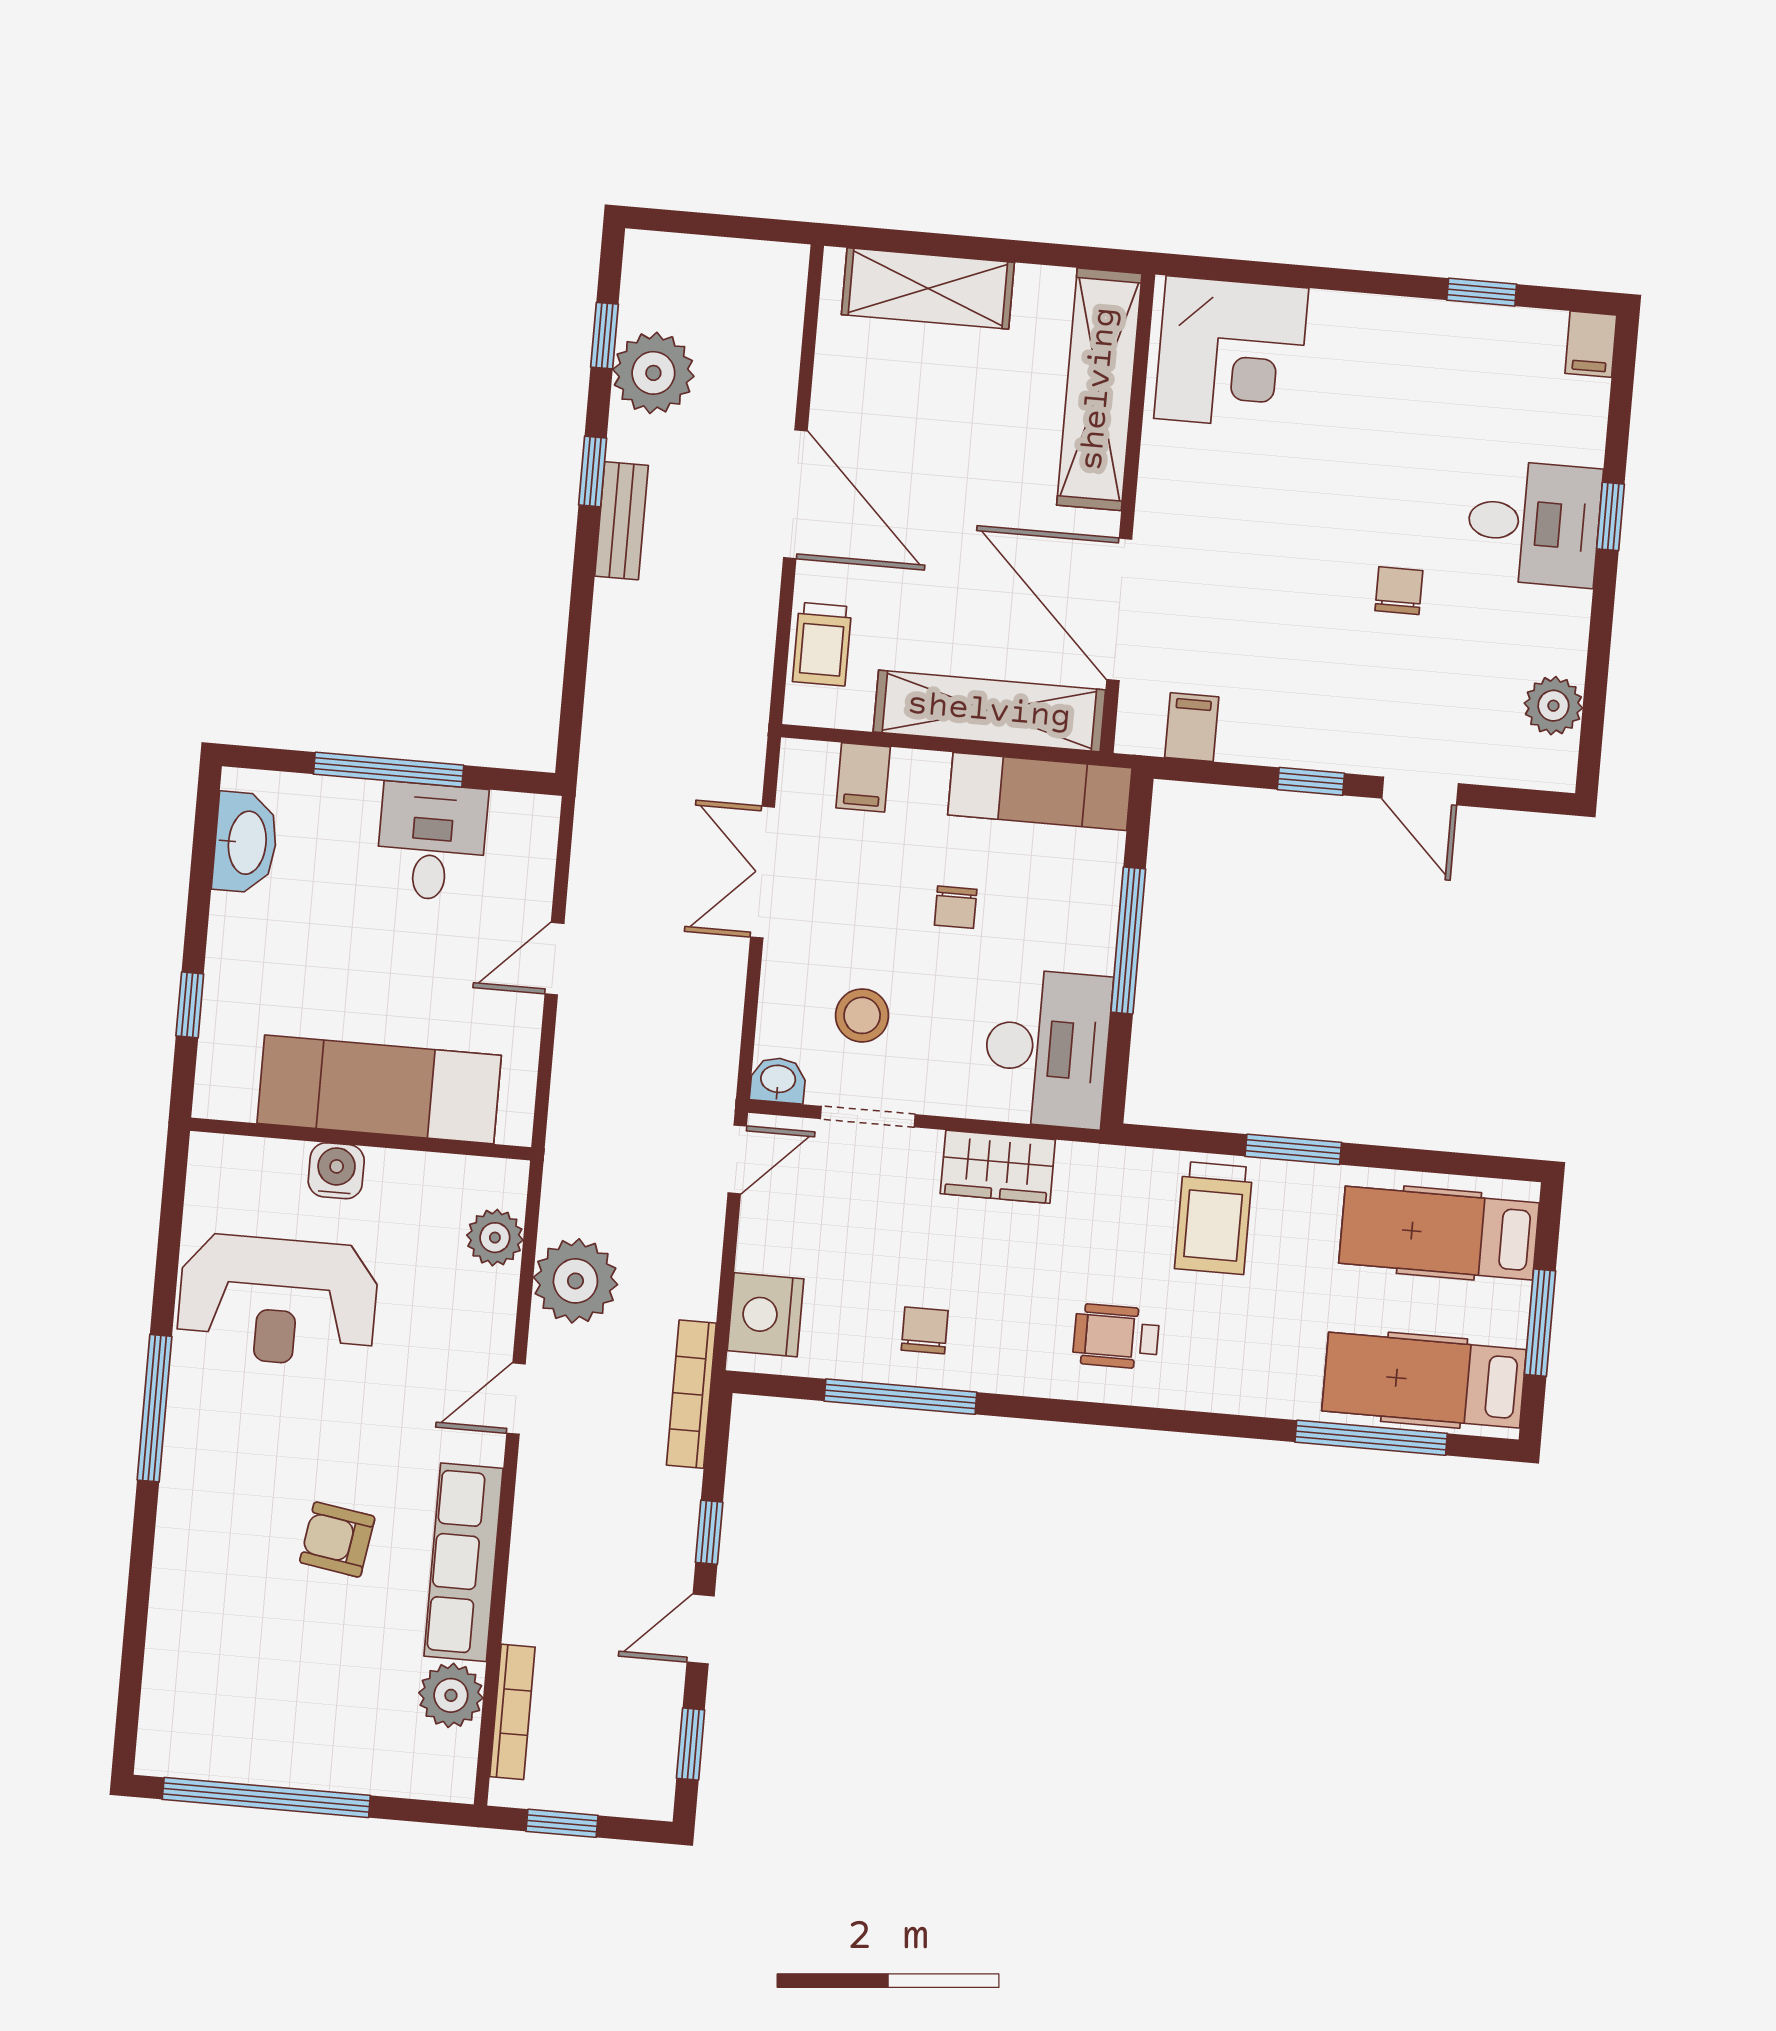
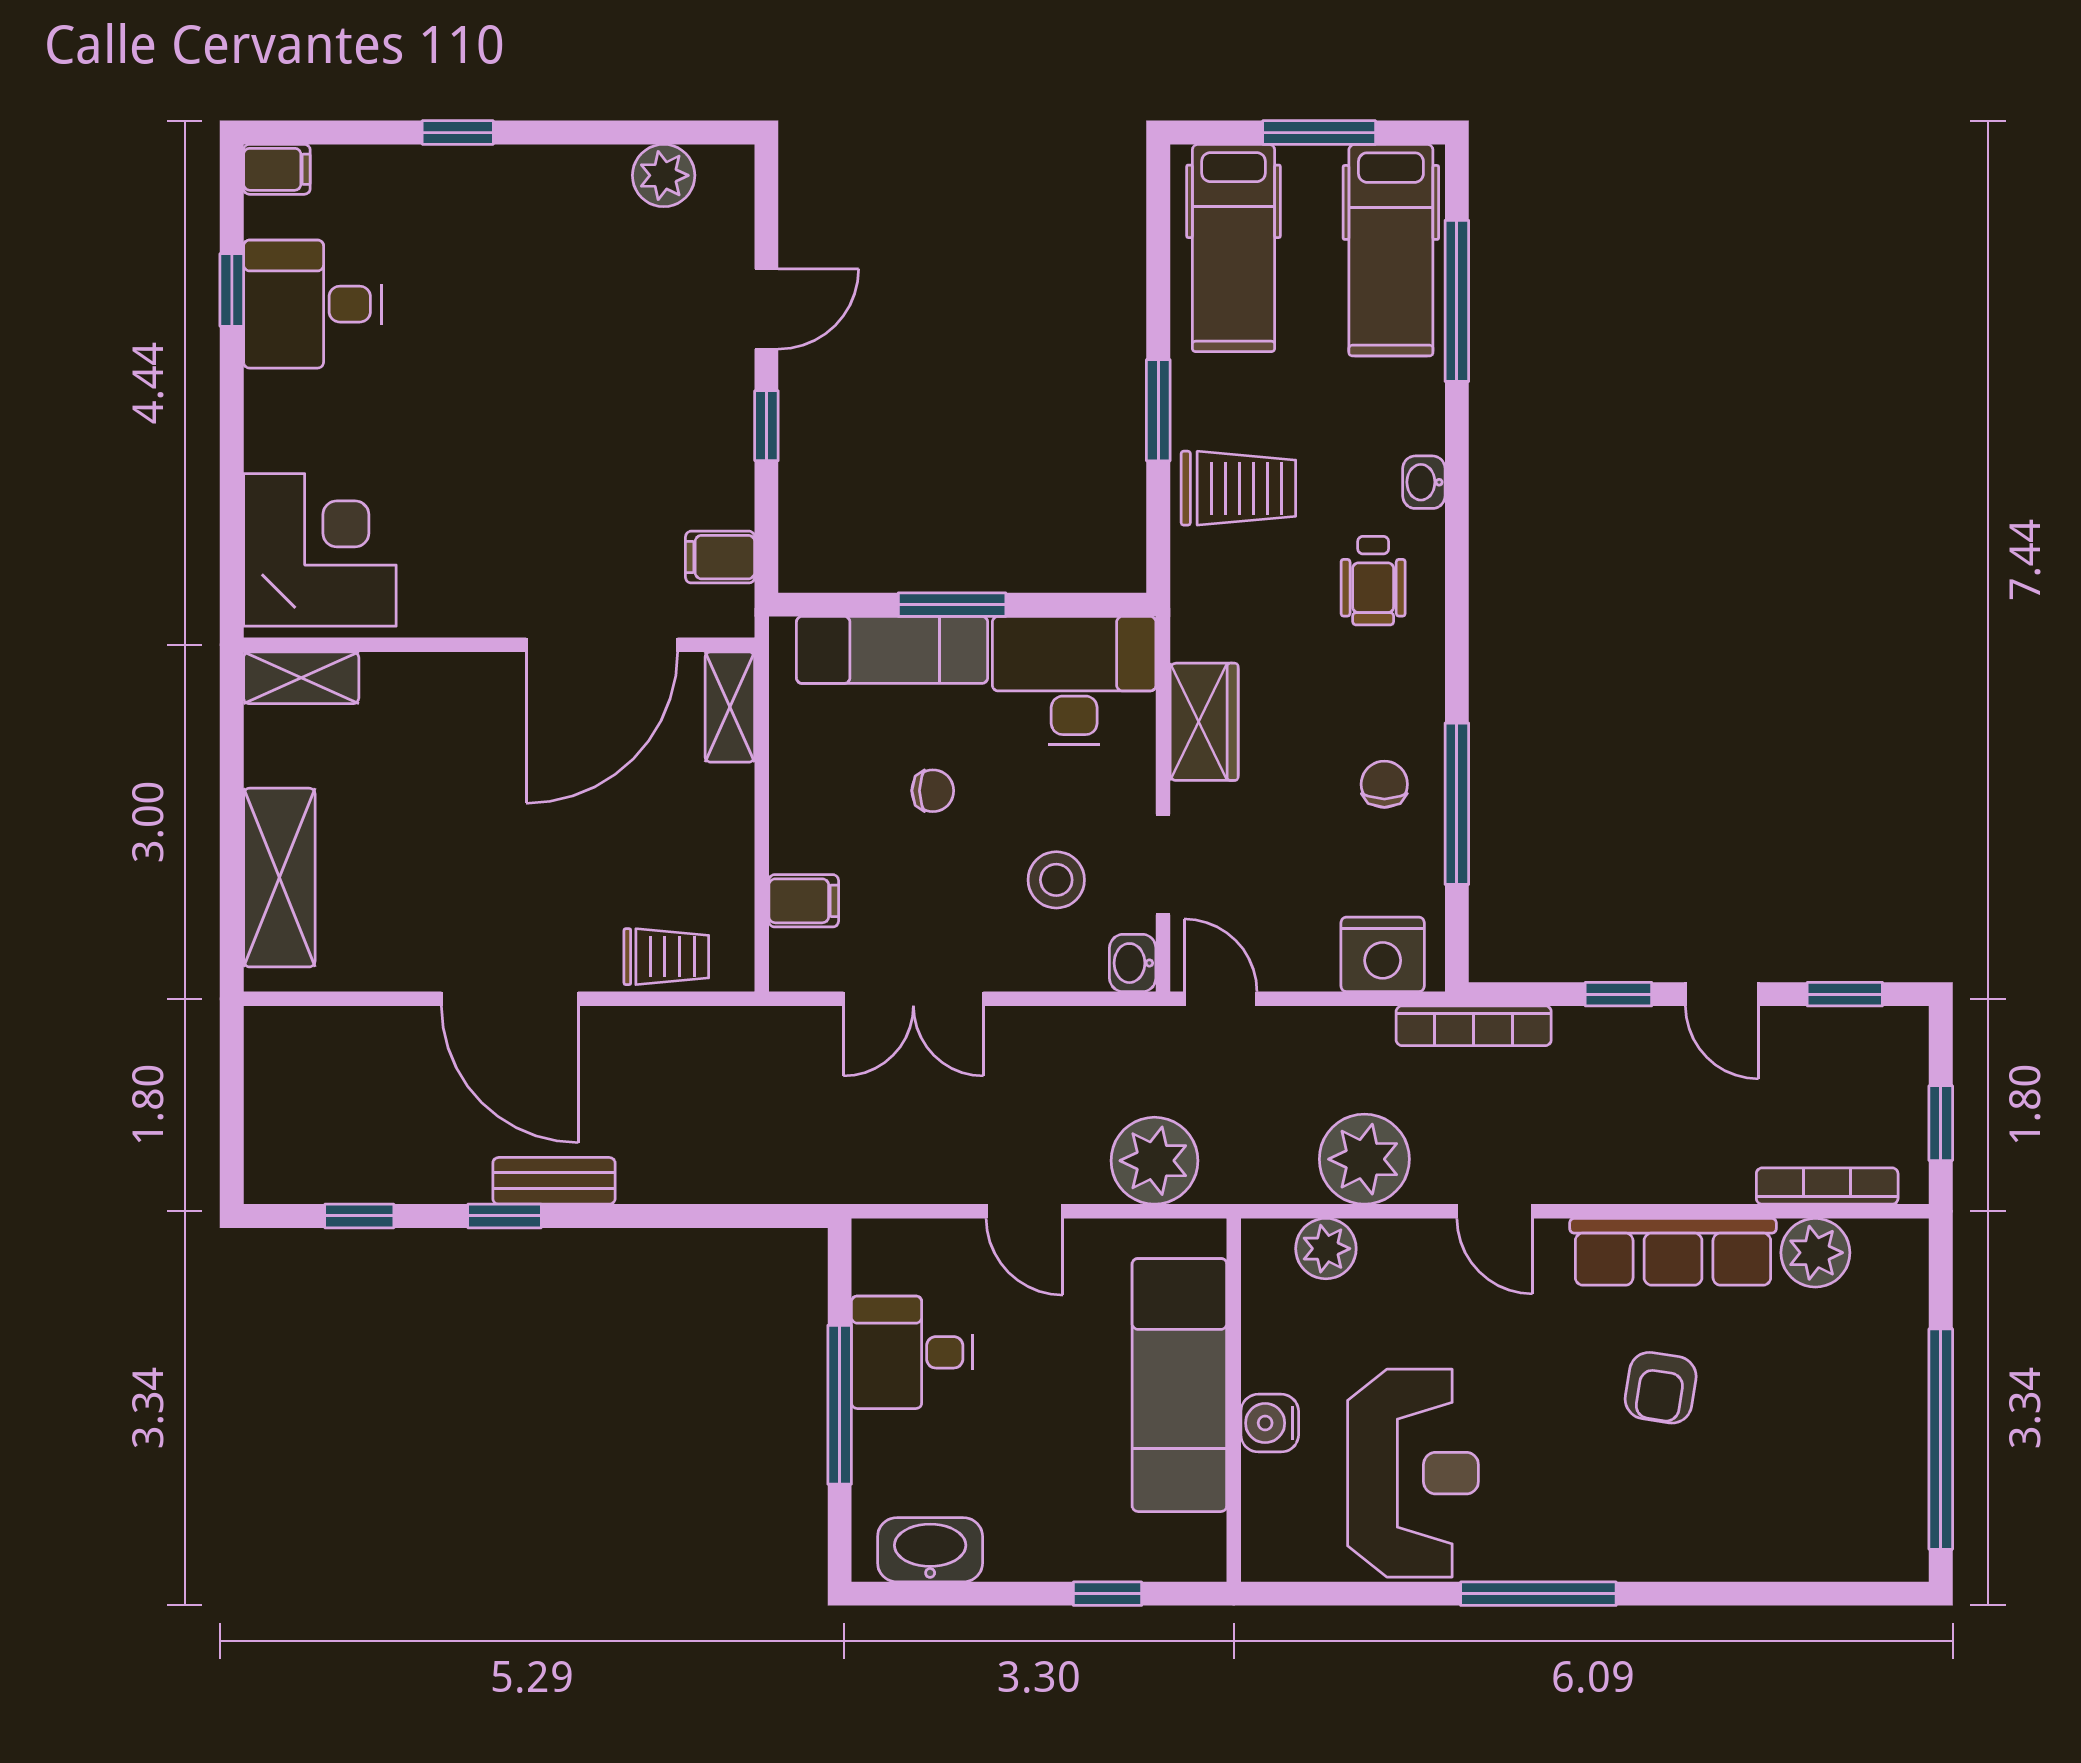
plant: (653, 373) -> (1154, 1161), moved
shelving: (1099, 389) -> (301, 678), width x0.45, depth x0.75
door: (795, 494) -> (510, 999), swing flipped
desk: (1534, 523) -> (313, 304), moved, turned -90
chair: (1399, 591) -> (556, 350), removed
shelving: (989, 711) -> (730, 707), width x0.45, depth x0.75
exam couch: (1040, 791) -> (892, 650), moved, turned 90
window: (1128, 940) -> (952, 605), width x0.69
chair: (925, 1330) -> (1384, 784), turned 90
washbasin: (1204, 1392) -> (1424, 482), added

